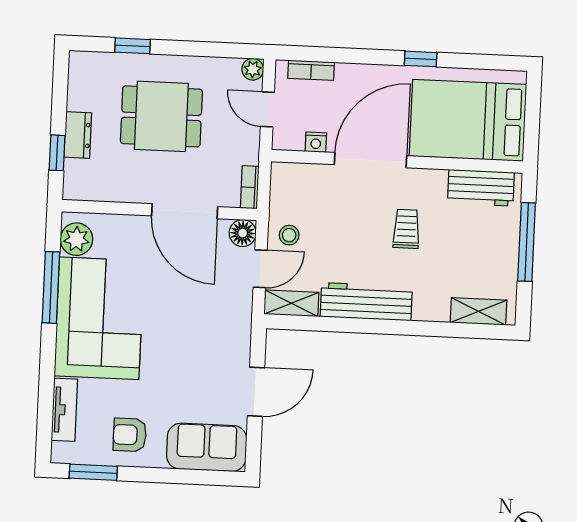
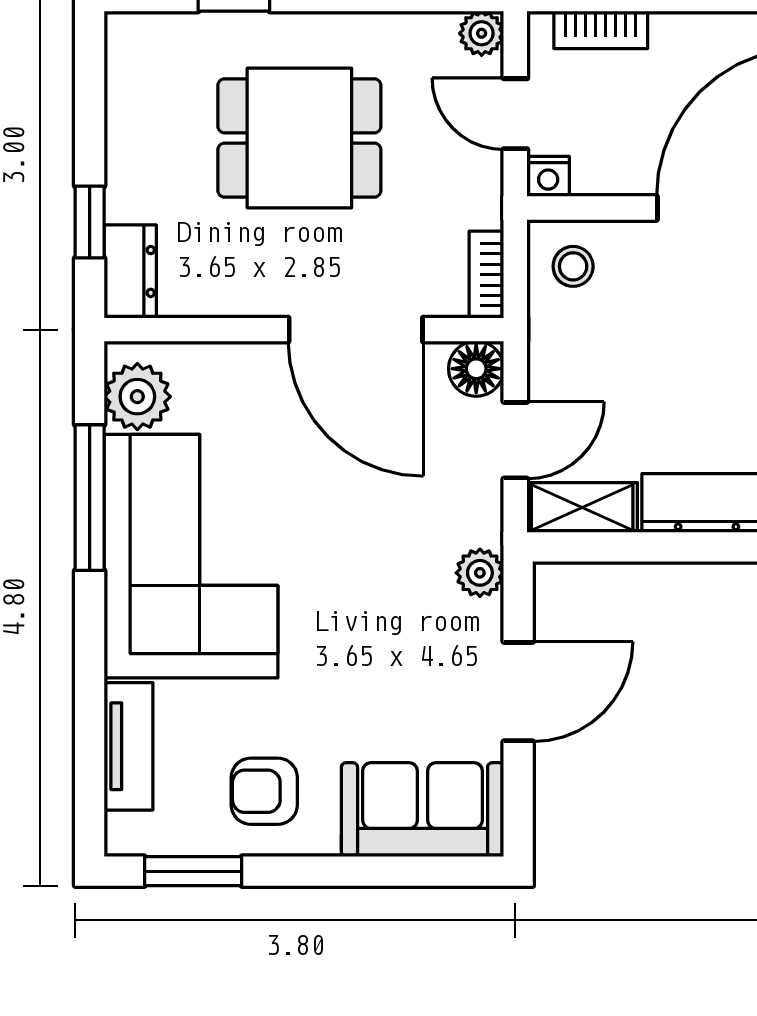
dresser: (78, 135) -> (130, 271), moved
nightstand: (316, 142) -> (548, 176), moved
stool: (289, 235) -> (573, 266), moved
plant: (240, 333) -> (480, 573), added

